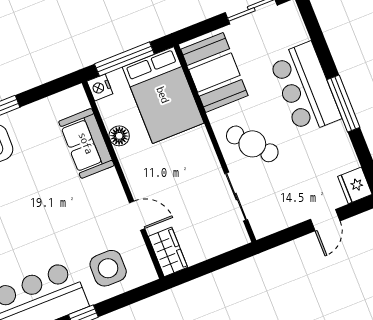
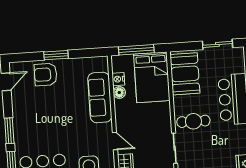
nightstand: (100, 87) -> (118, 79), moved
sofa: (86, 143) -> (100, 97), width x1.36
cafe table: (252, 144) -> (193, 121), turned -49

